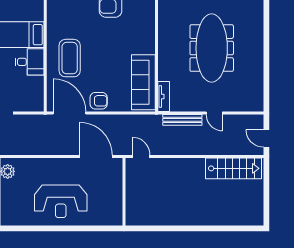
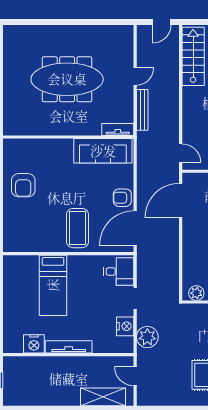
coffee table: (70, 58) -> (78, 228), turned 90
desk: (30, 62) -> (119, 272), moved, turned 90
armchair: (99, 101) -> (122, 198), turned -90
door: (141, 156) -> (181, 153), swing flipped

